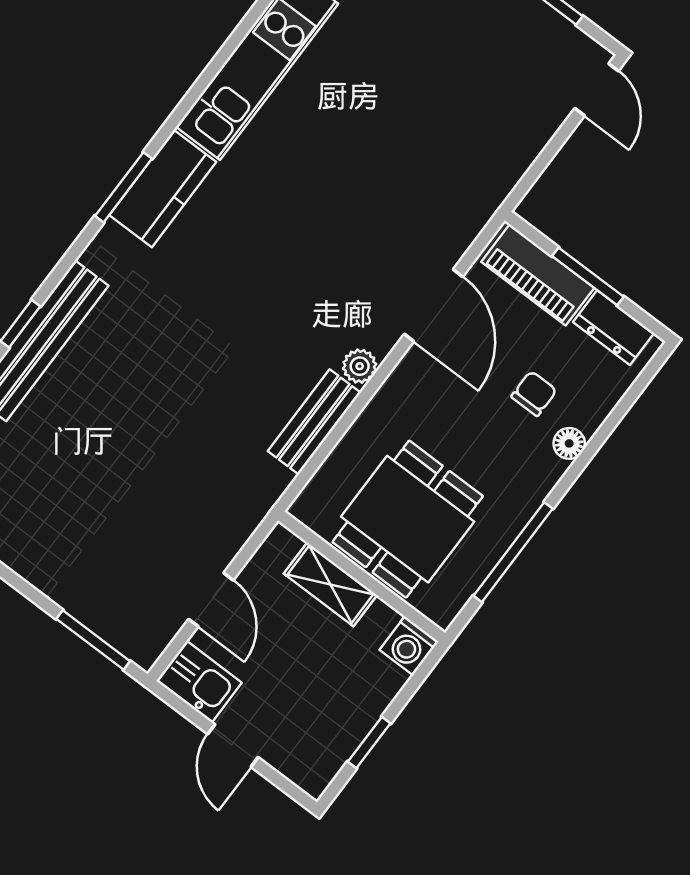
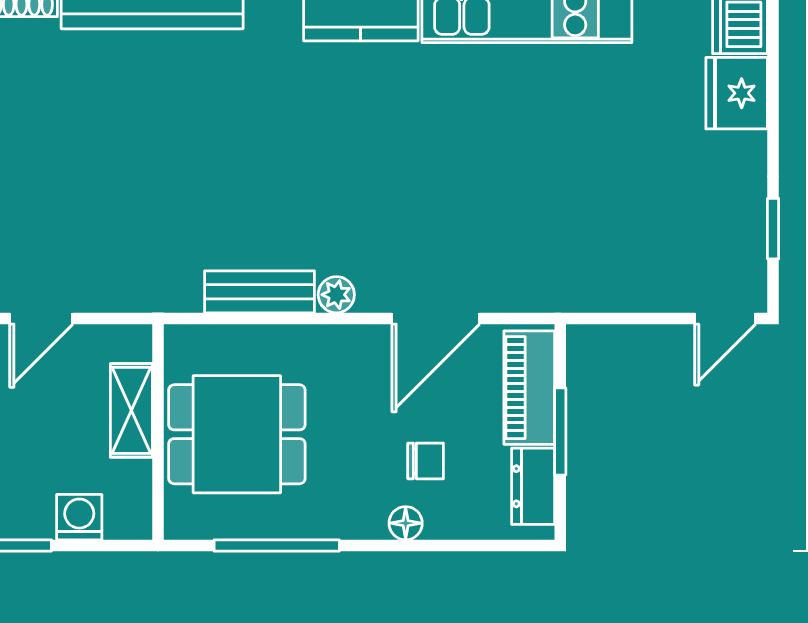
washing machine: (409, 646) -> (79, 517), moved, turned 90

